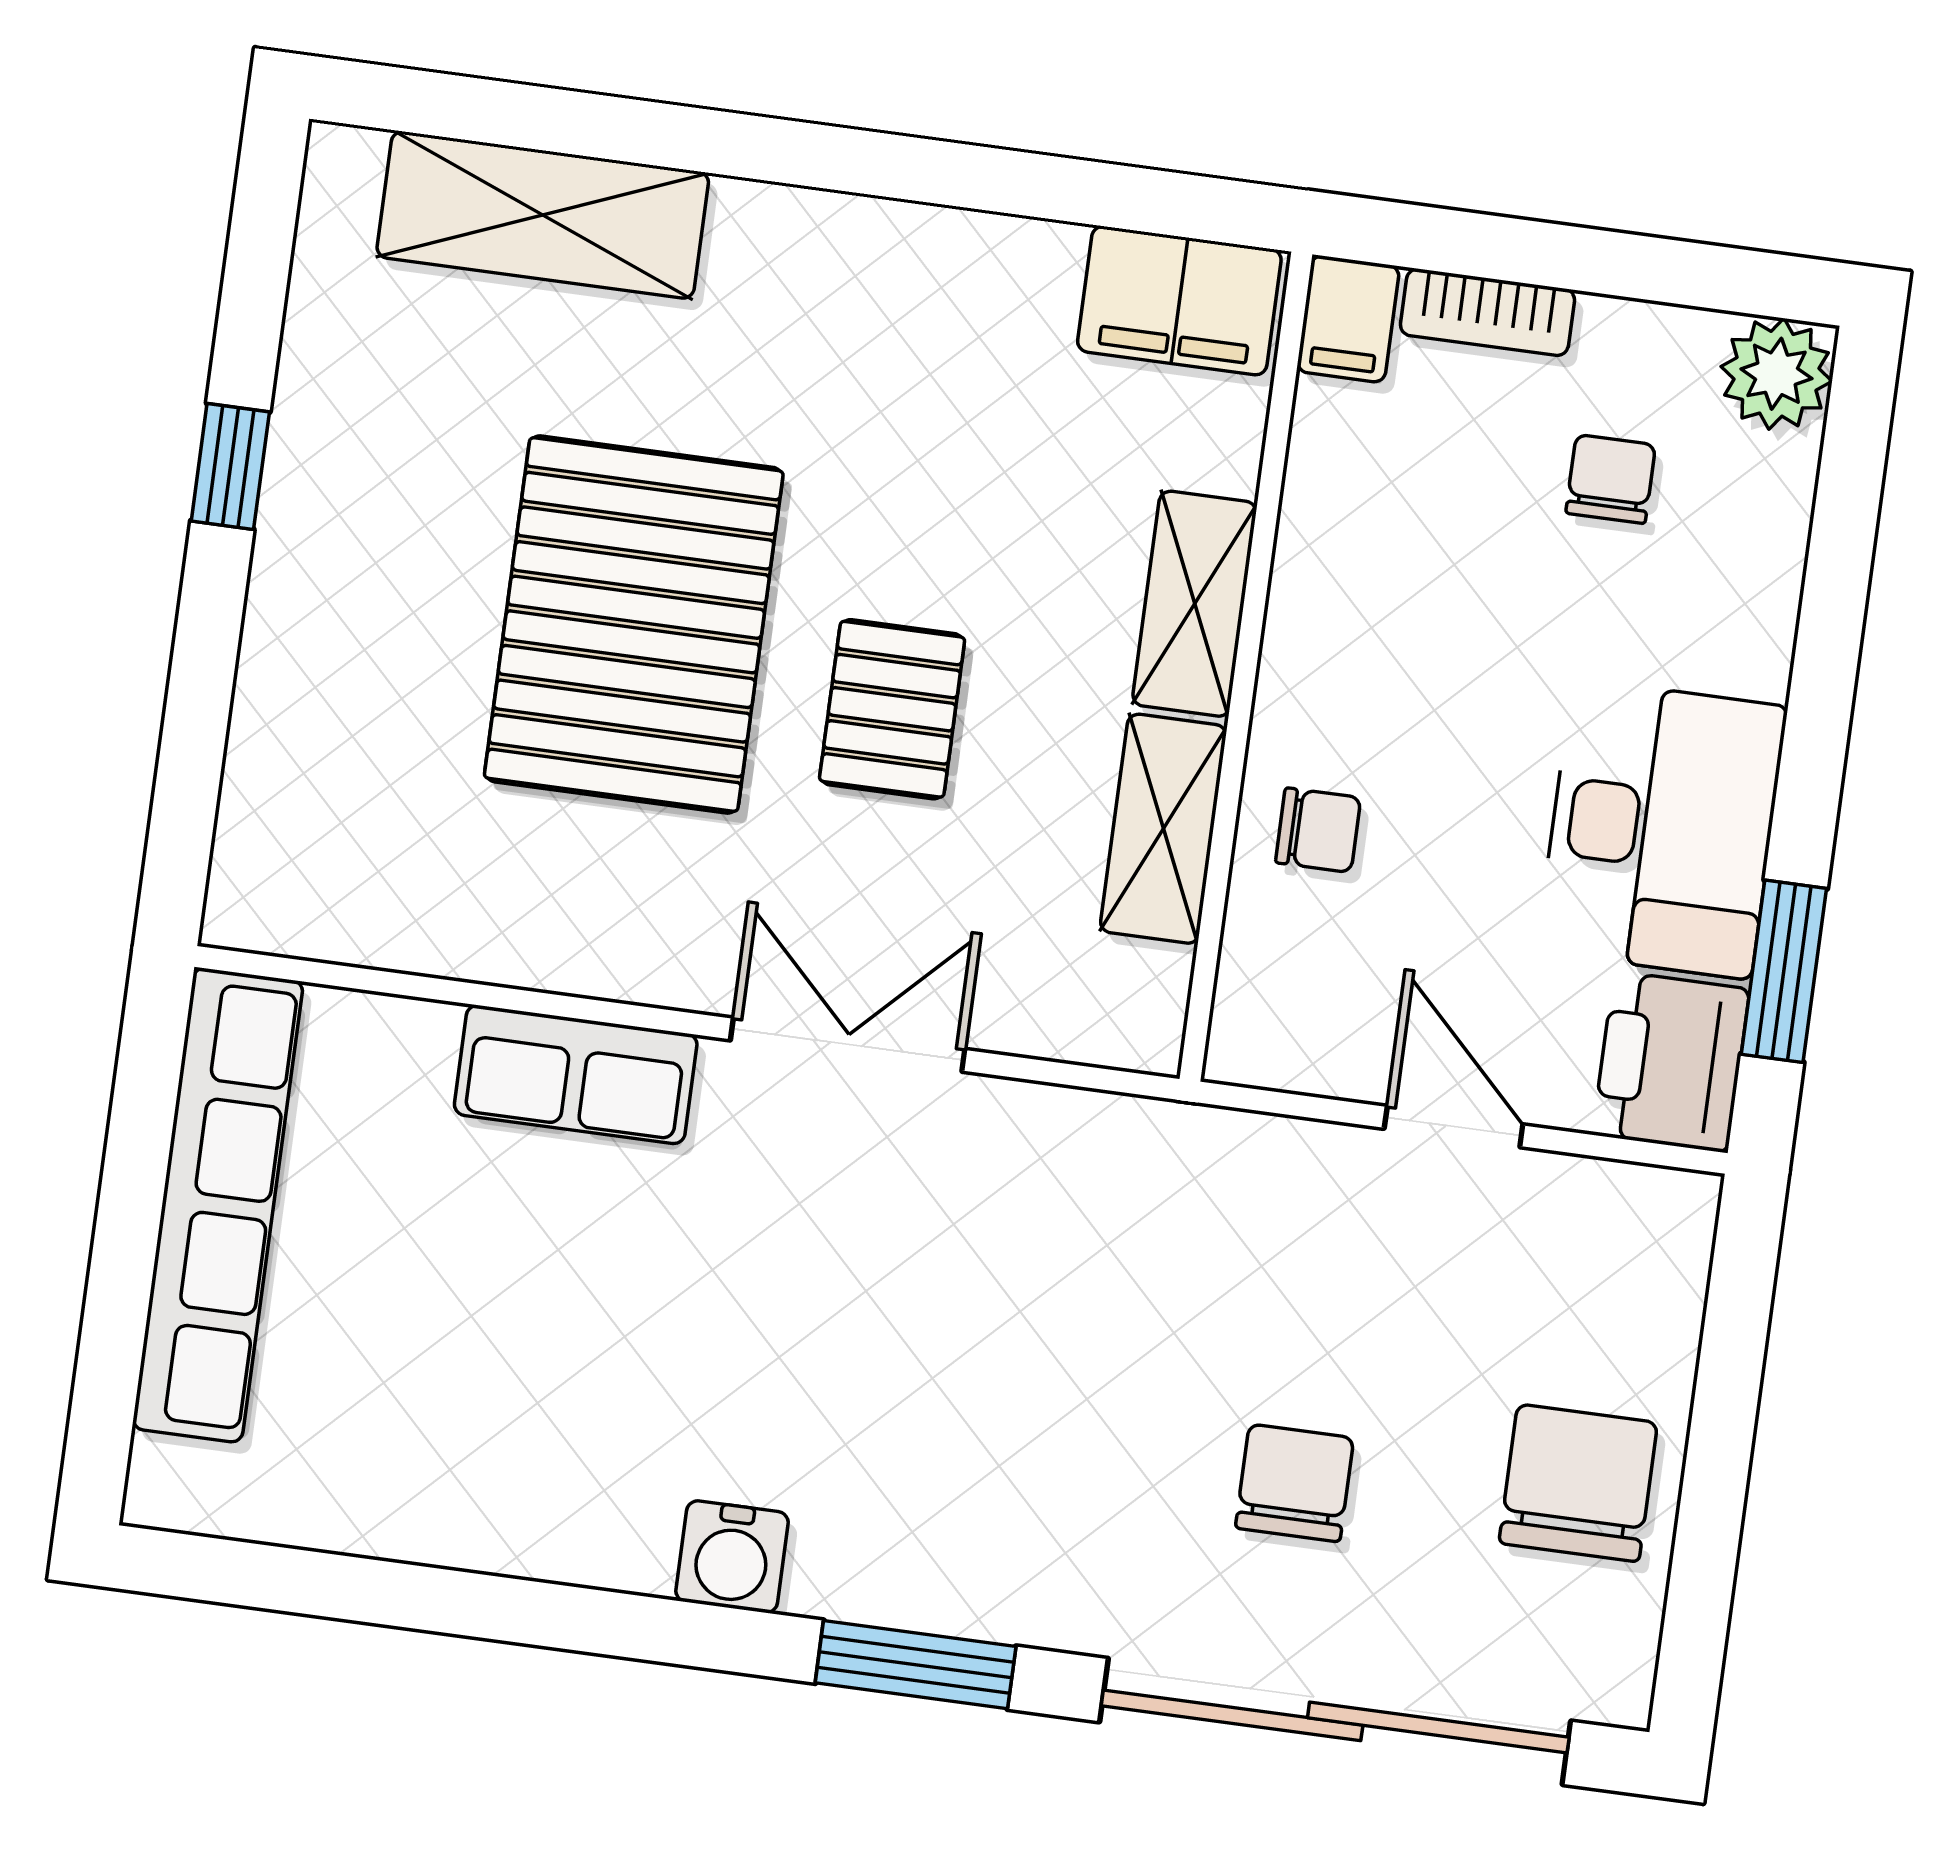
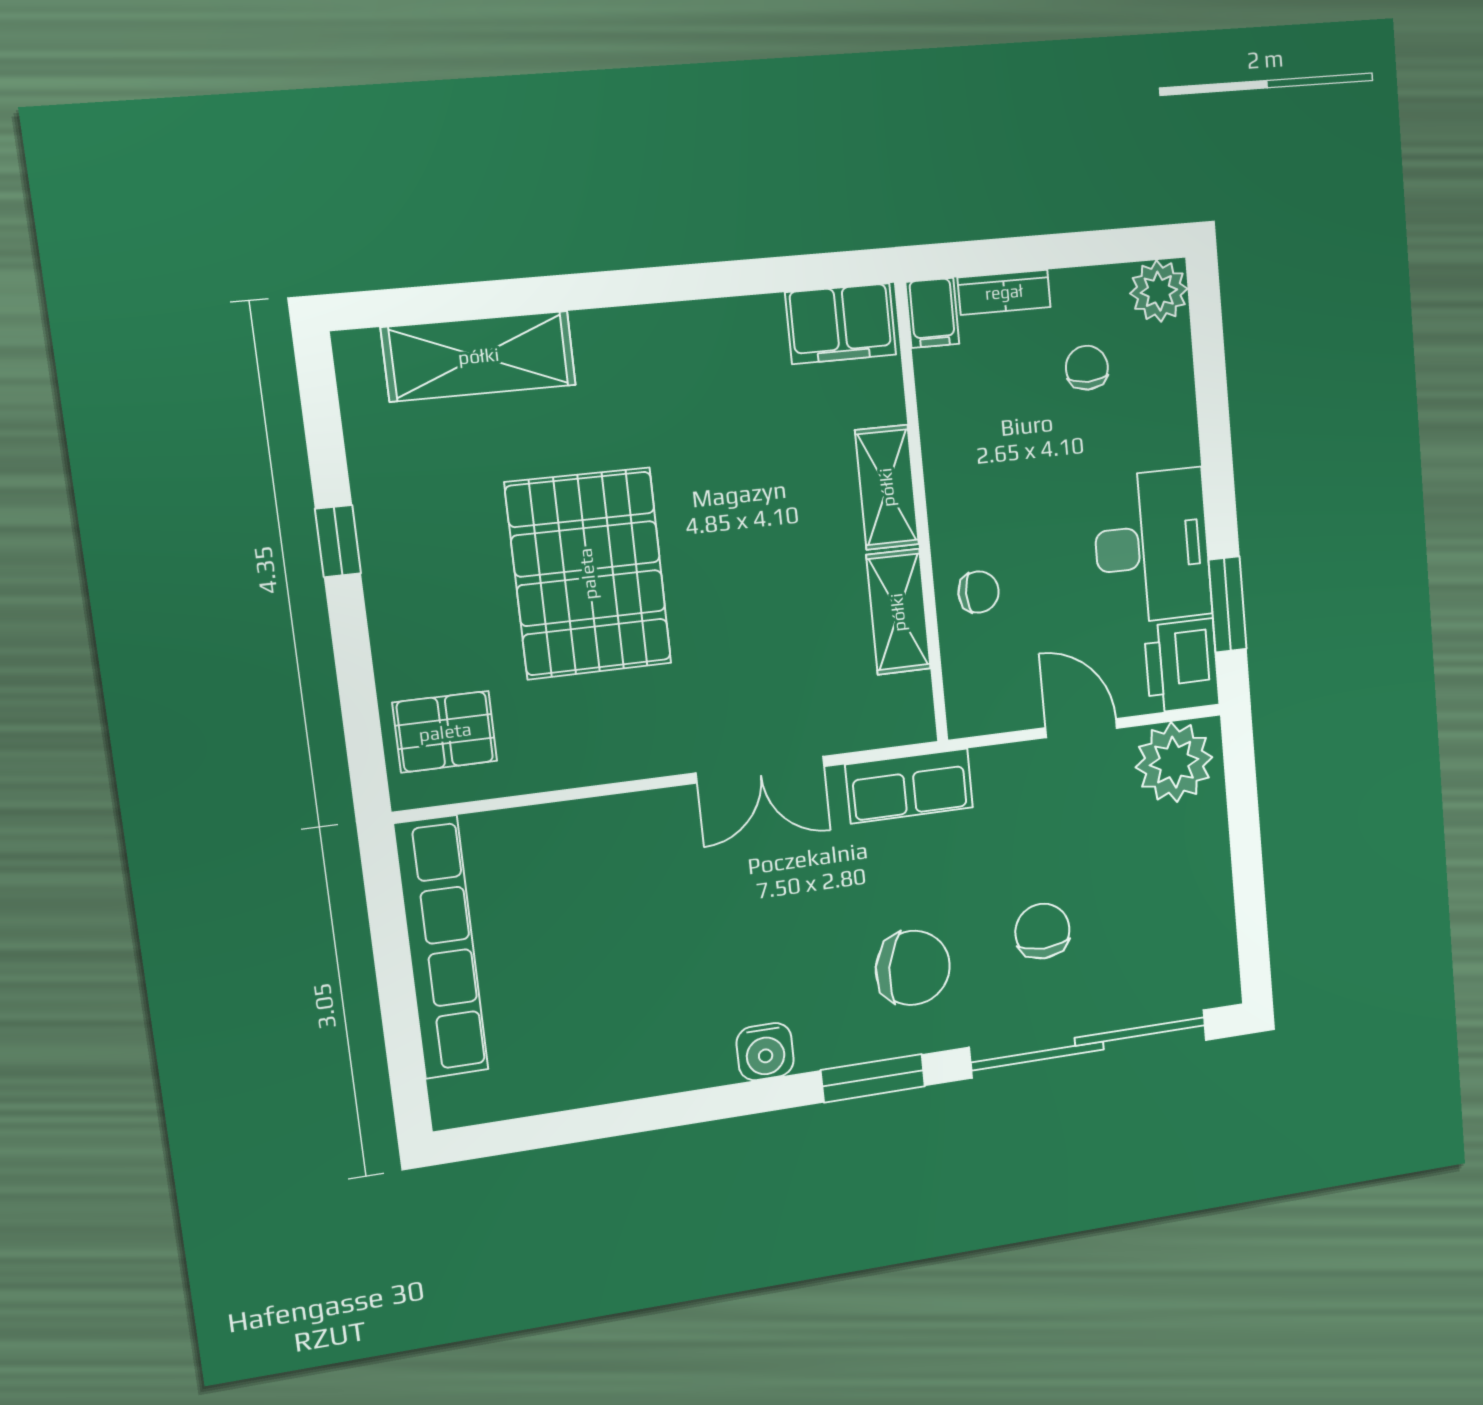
pallet: (892, 709) -> (445, 732), moved, turned 90
double door: (848, 1045) -> (760, 770), swing flipped
row of seats: (576, 1074) -> (909, 786), moved
plant: (1617, 1237) -> (1174, 762), added
chair: (1578, 1483) -> (913, 968), moved, turned 100

